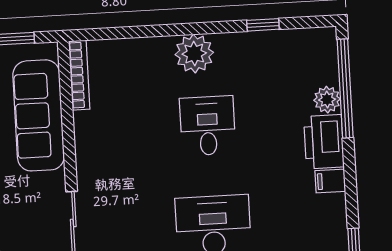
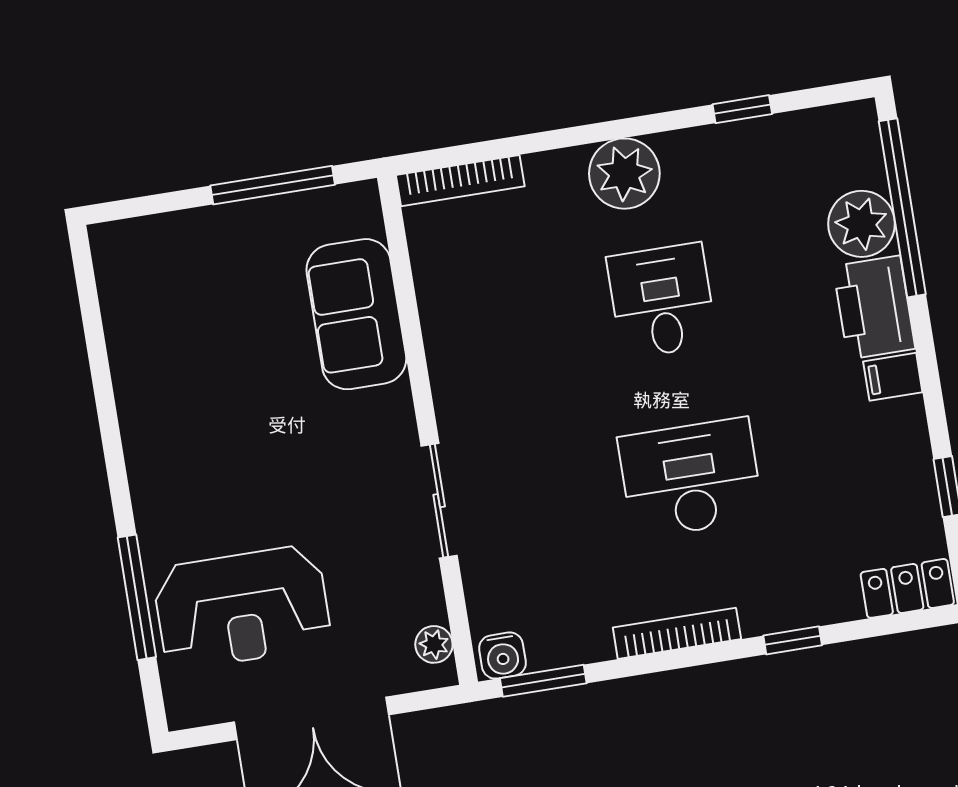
bookcase: (79, 75) -> (460, 181), moved, turned 90
plant: (327, 100) -> (862, 224), width x1.36, depth x1.36
sofa: (39, 115) -> (356, 314), width x0.73

